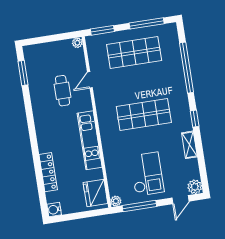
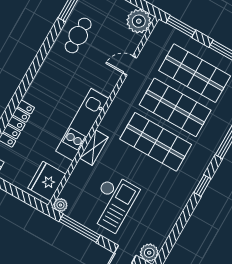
plant: (77, 43) -> (139, 21), width x1.88, depth x1.88
shop shelf: (139, 84) -> (175, 107), added
cafe table: (62, 91) -> (78, 35), moved
shelving: (189, 145) -> (94, 148), moved

